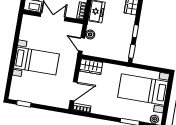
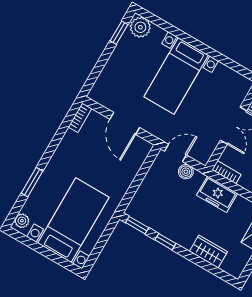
wardrobe: (91, 67) -> (137, 155), removed
door: (74, 91) -> (125, 123), moved
plant: (16, 92) -> (140, 27), added

